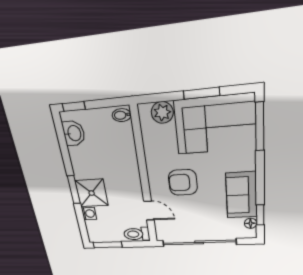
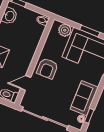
armchair: (183, 182) -> (47, 68), moved, turned -90
door: (149, 211) -> (26, 83), swing flipped

